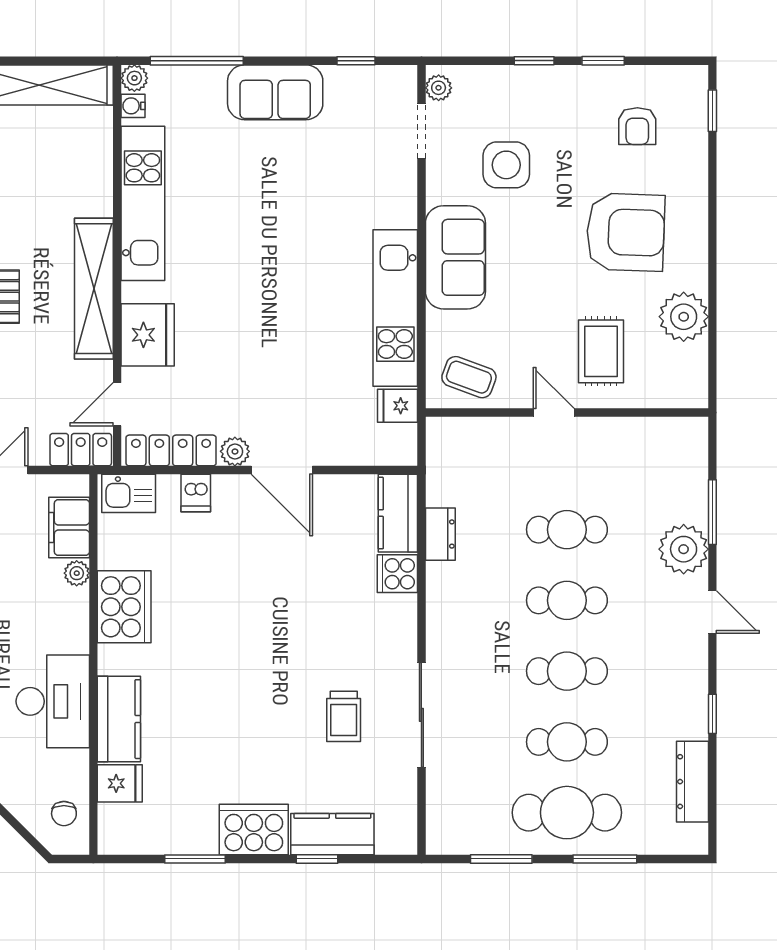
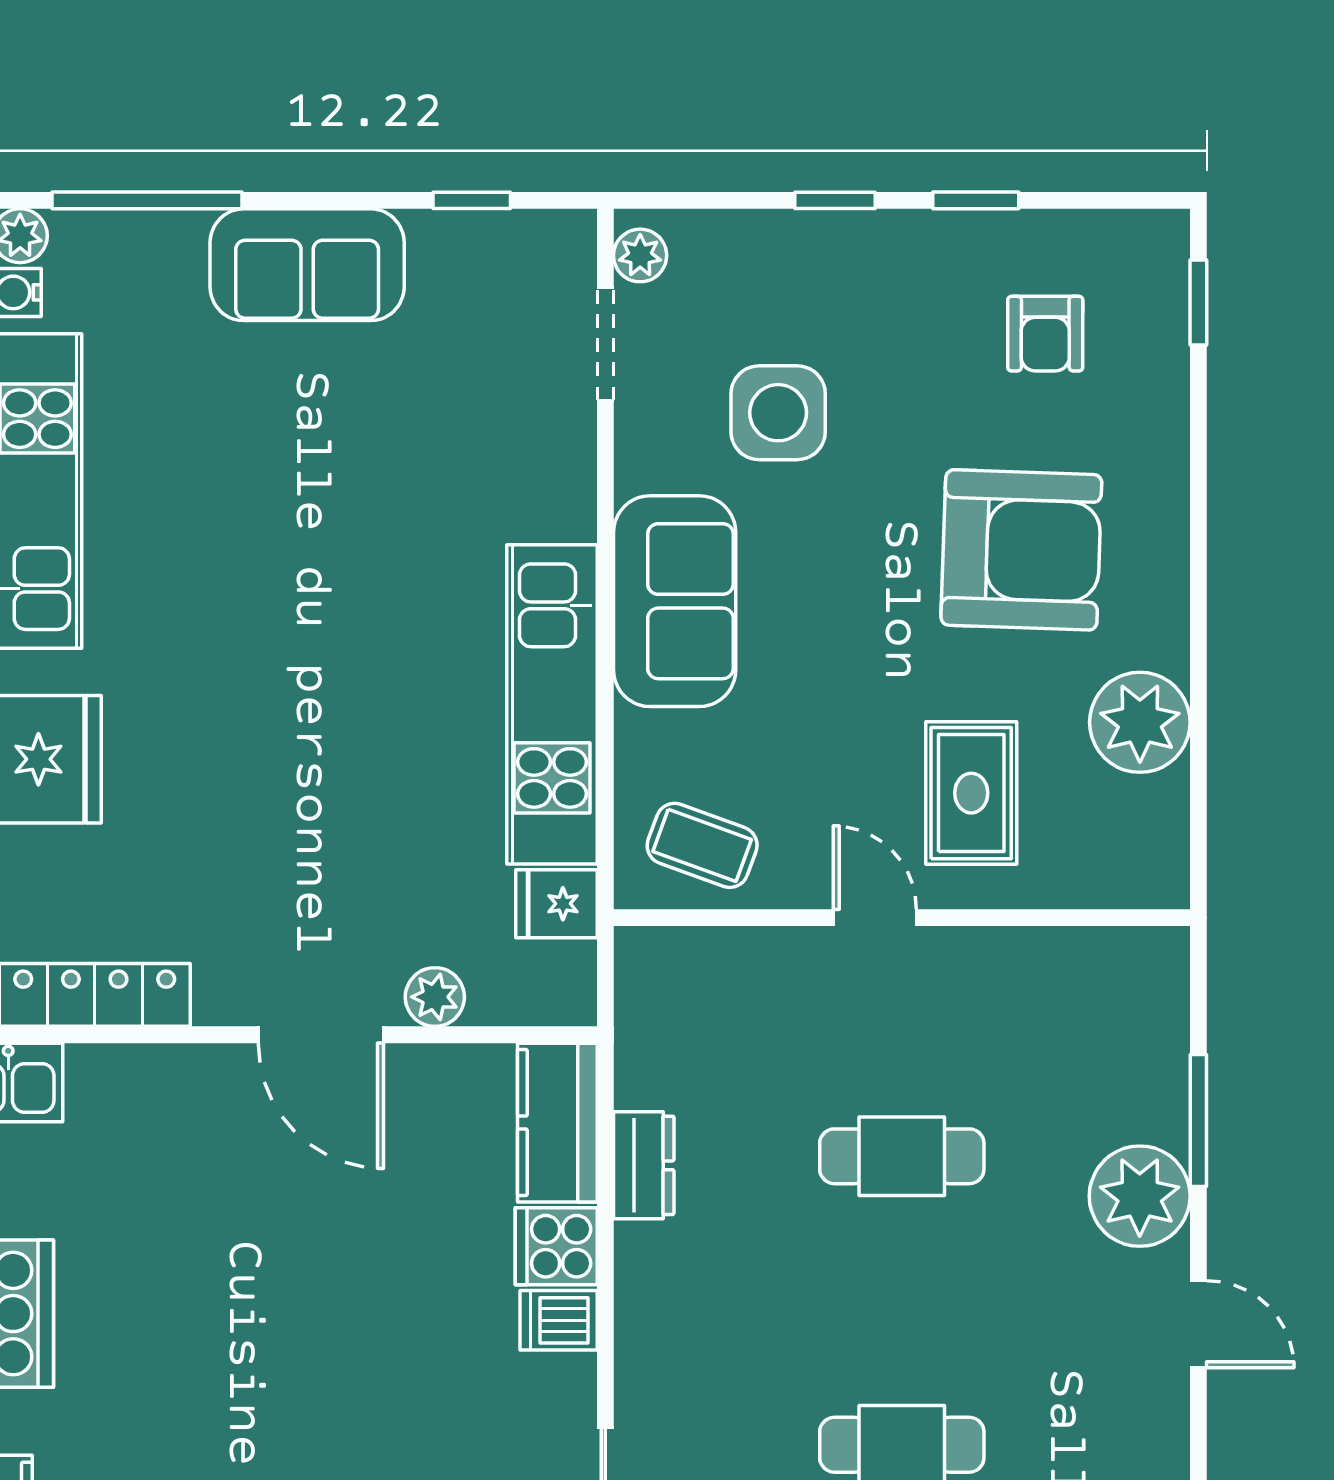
plant: (235, 451) -> (435, 997), moved
dishwasher: (196, 493) -> (559, 1320), moved, turned 90
cafe table: (567, 600) -> (902, 1301), removed

